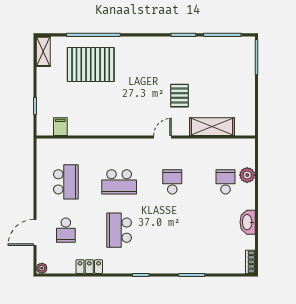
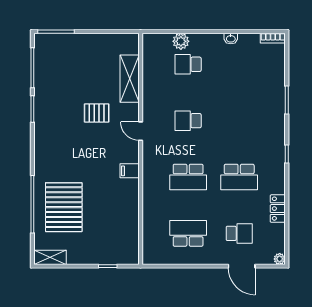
filing cabinet: (60, 127) -> (130, 171), moved
school desk: (119, 182) -> (188, 177), turned 90
washbasin: (248, 222) -> (231, 39), width x0.52, depth x0.69

